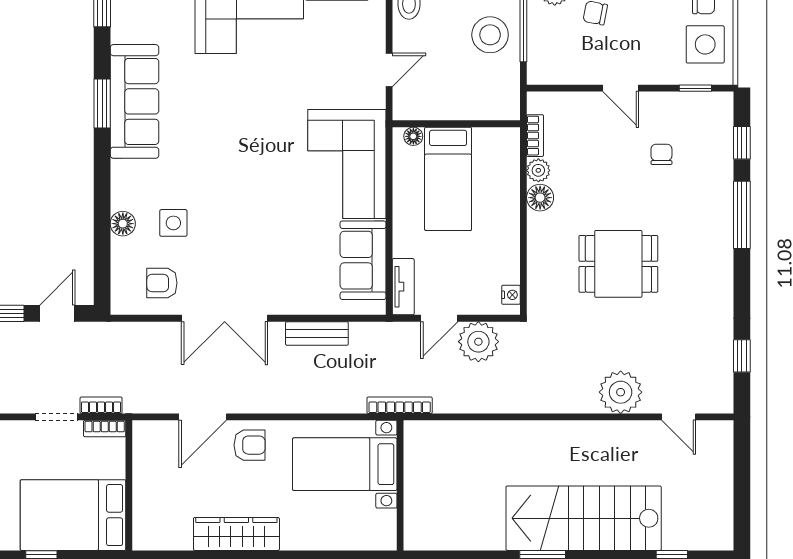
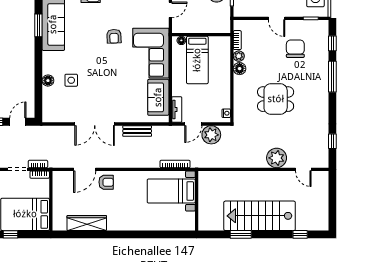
chair: (661, 154) -> (295, 49), width x1.87, depth x1.87
armchair: (162, 283) -> (114, 36), moved, turned -92
bed with nightstands: (345, 464) -> (171, 191), moved
wall: (400, 485) -> (197, 201), moved
wardrobe: (236, 534) -> (87, 223), moved

